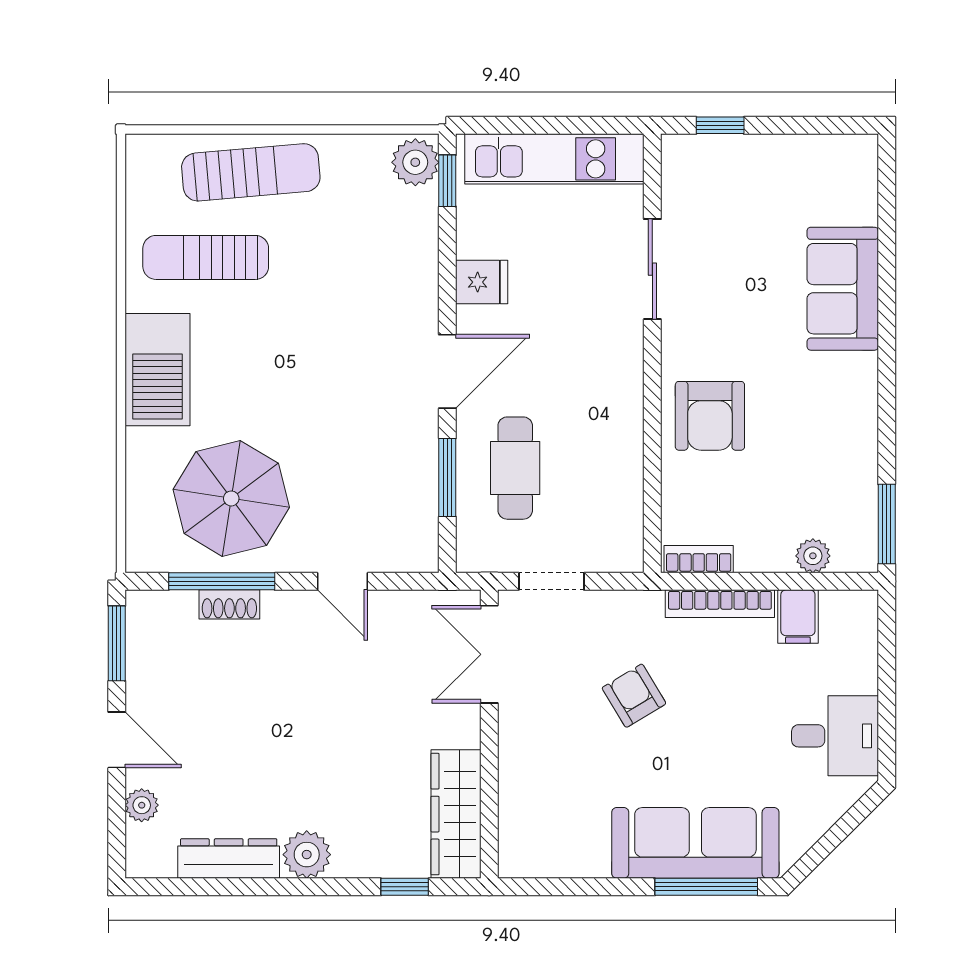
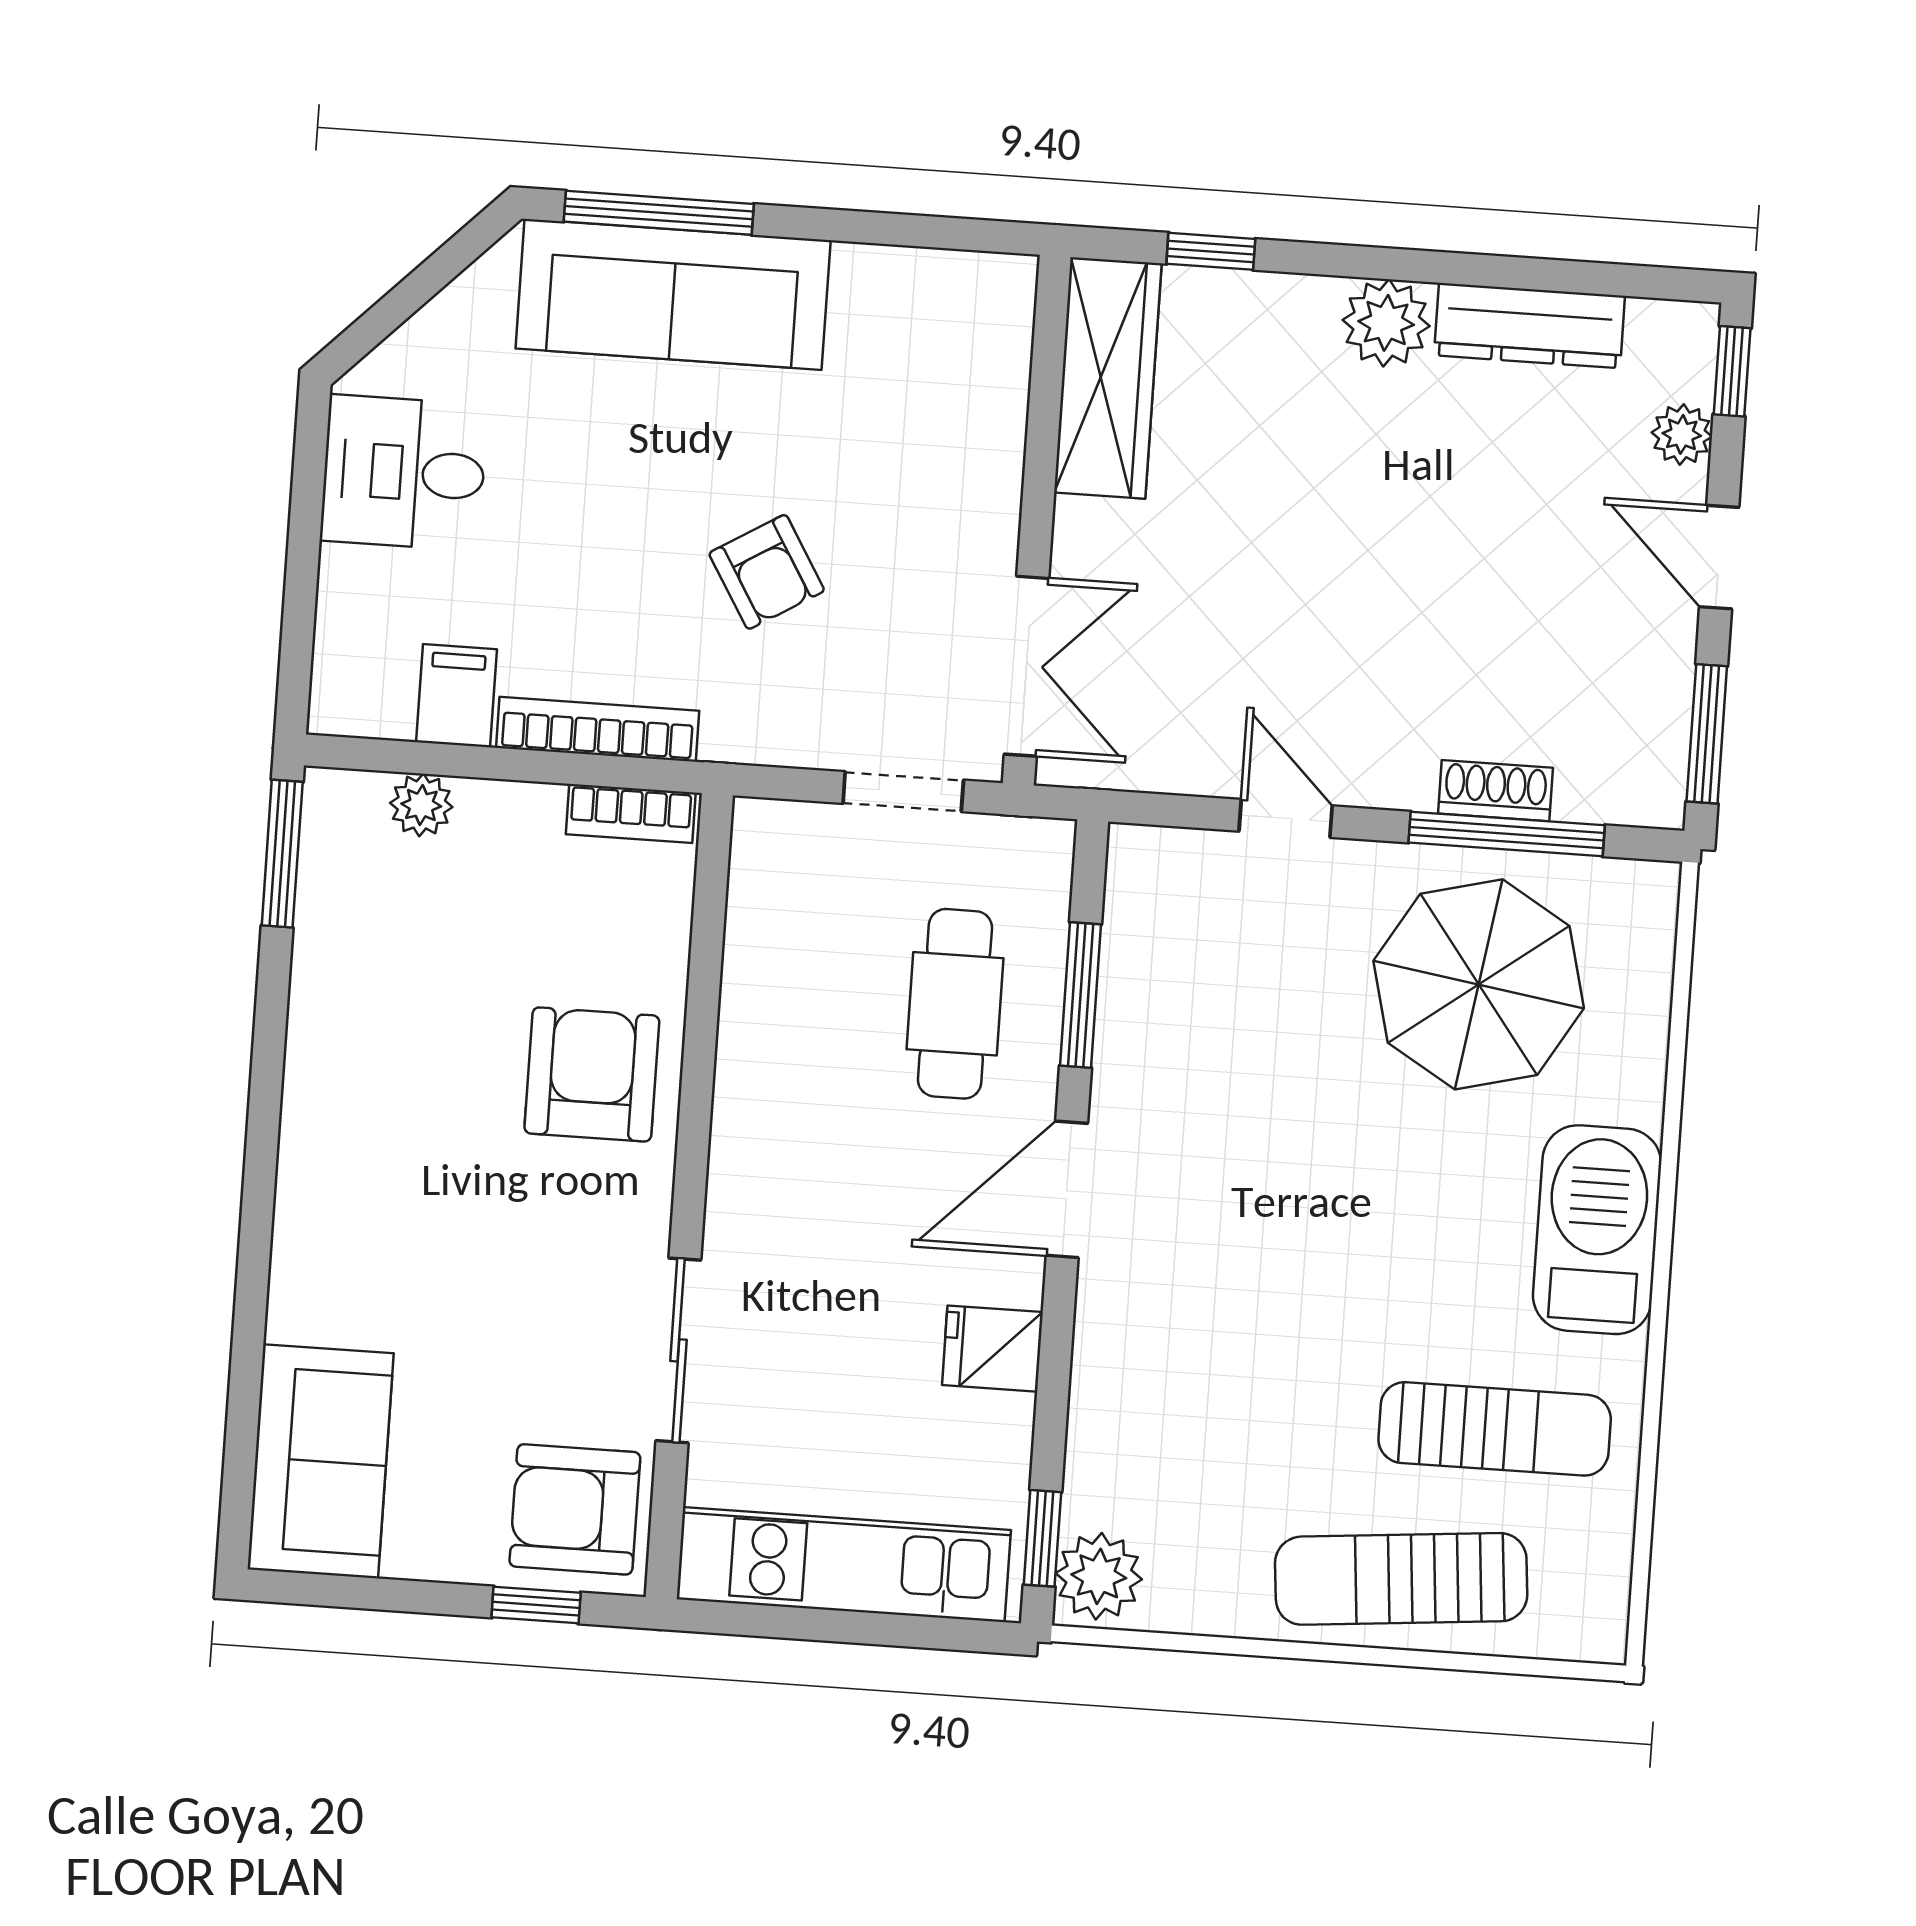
armchair: (703, 179) -> (575, 1509), added
sofa: (843, 289) -> (321, 1461), moved
window: (117, 841) -> (1732, 371), added

